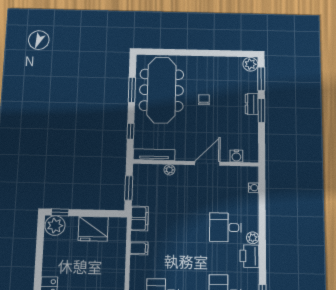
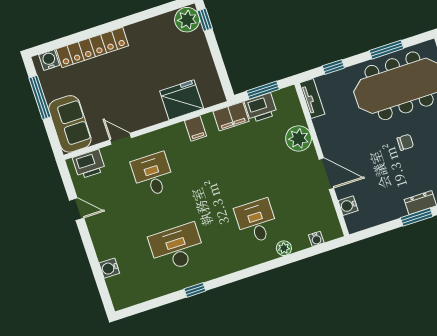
tv unit: (154, 155) -> (312, 99), width x0.71
plant: (169, 170) -> (299, 138), width x1.88, depth x1.88
fridge: (93, 229) -> (182, 100), moved, turned 90
plant: (253, 238) -> (284, 248), moved
printer: (249, 256) -> (261, 108), moved, turned 180

